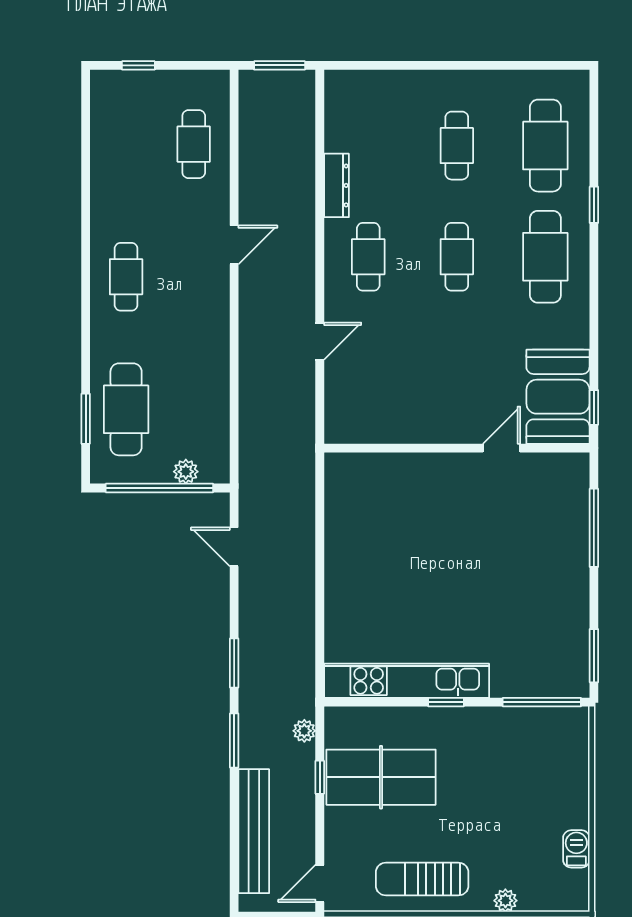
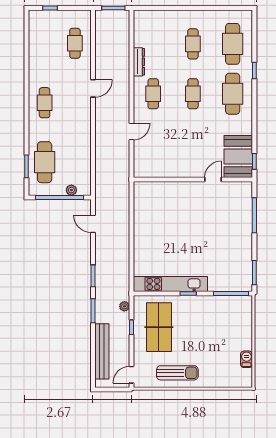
table tennis table: (381, 777) -> (159, 327), turned 90
sun lounger: (422, 879) -> (177, 373), turned 180
plant: (505, 901) -> (215, 382), removed

